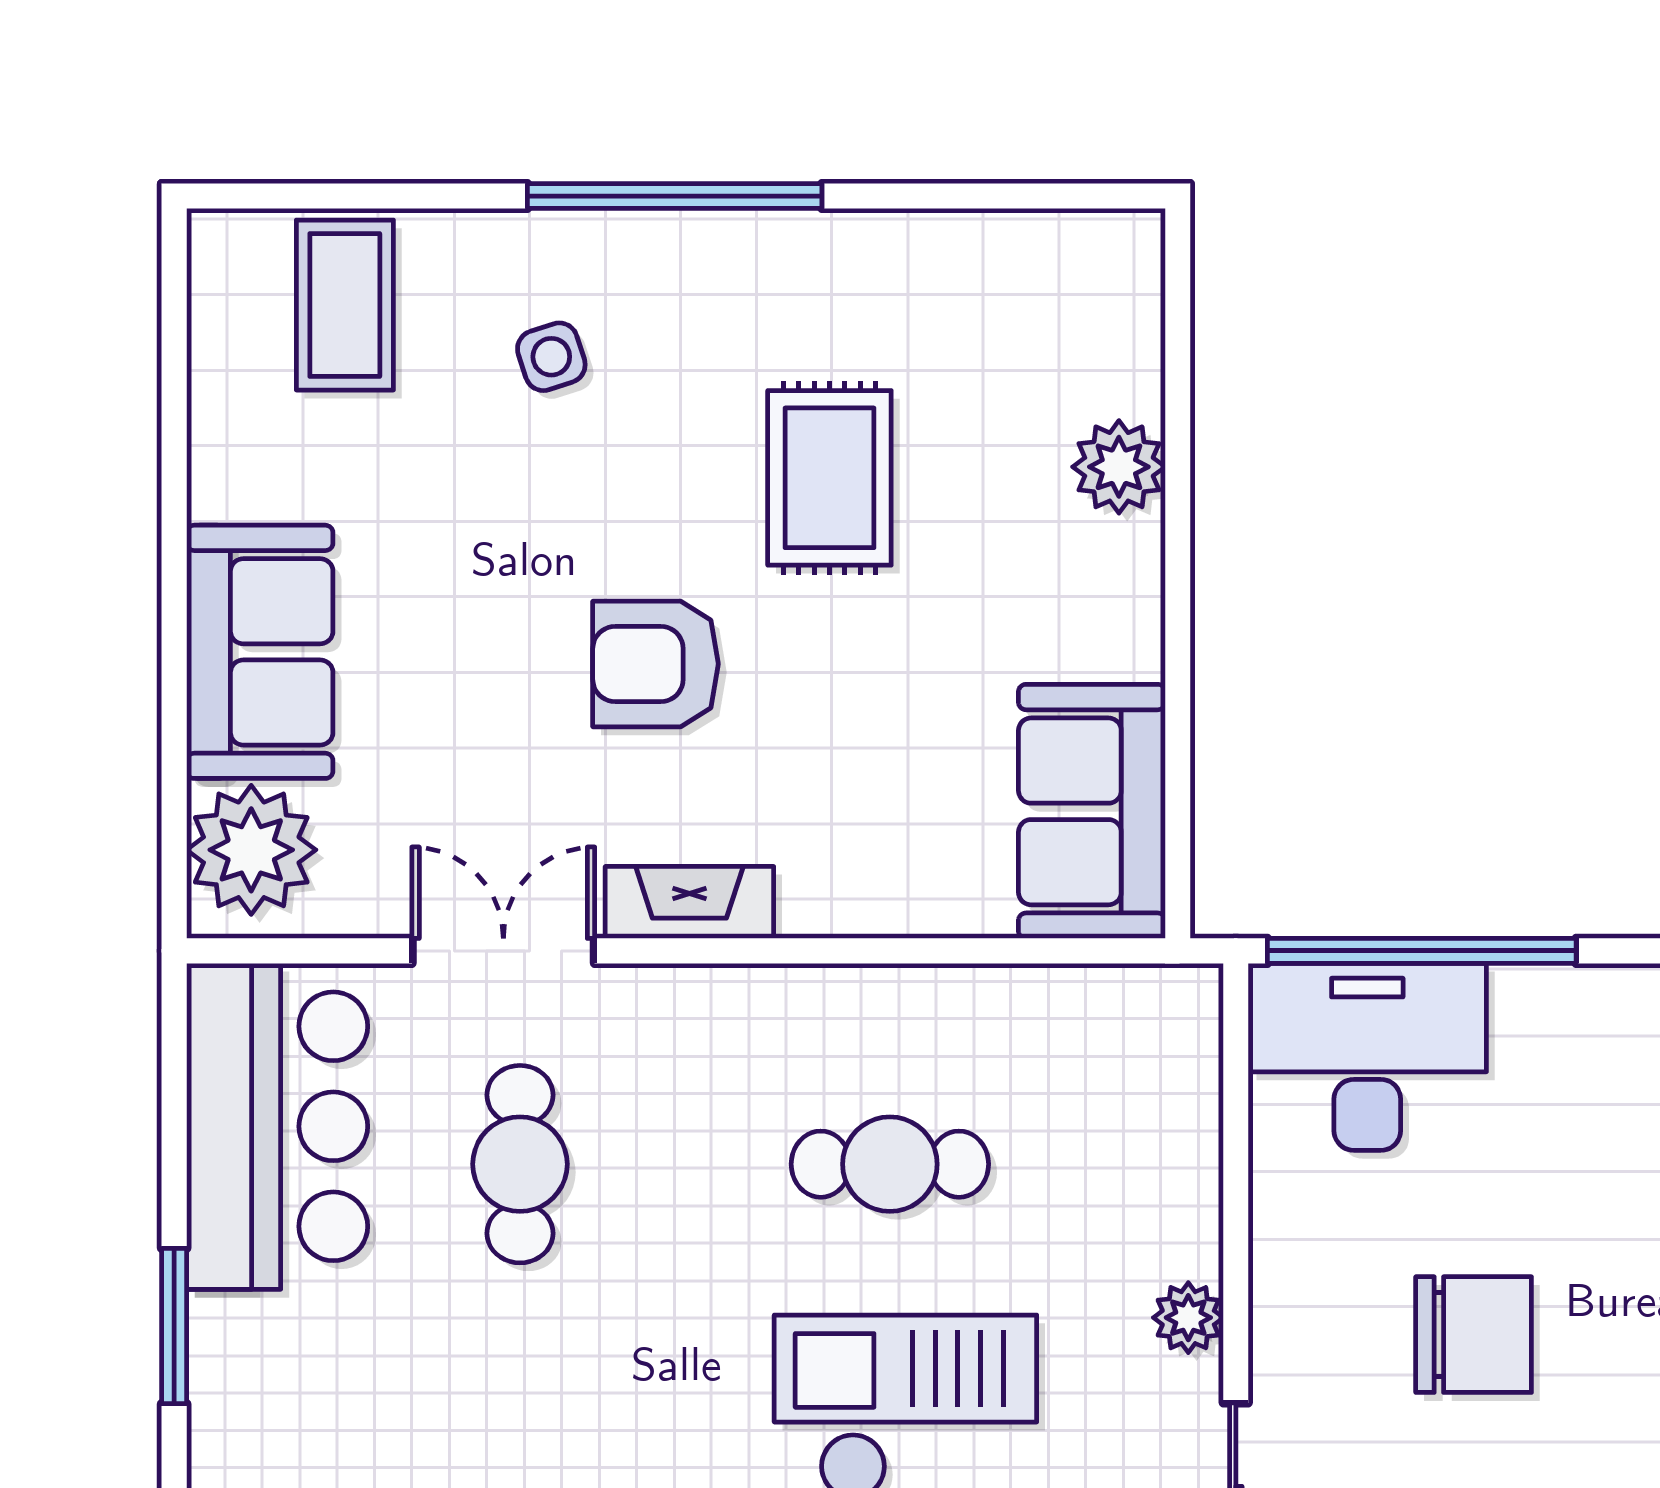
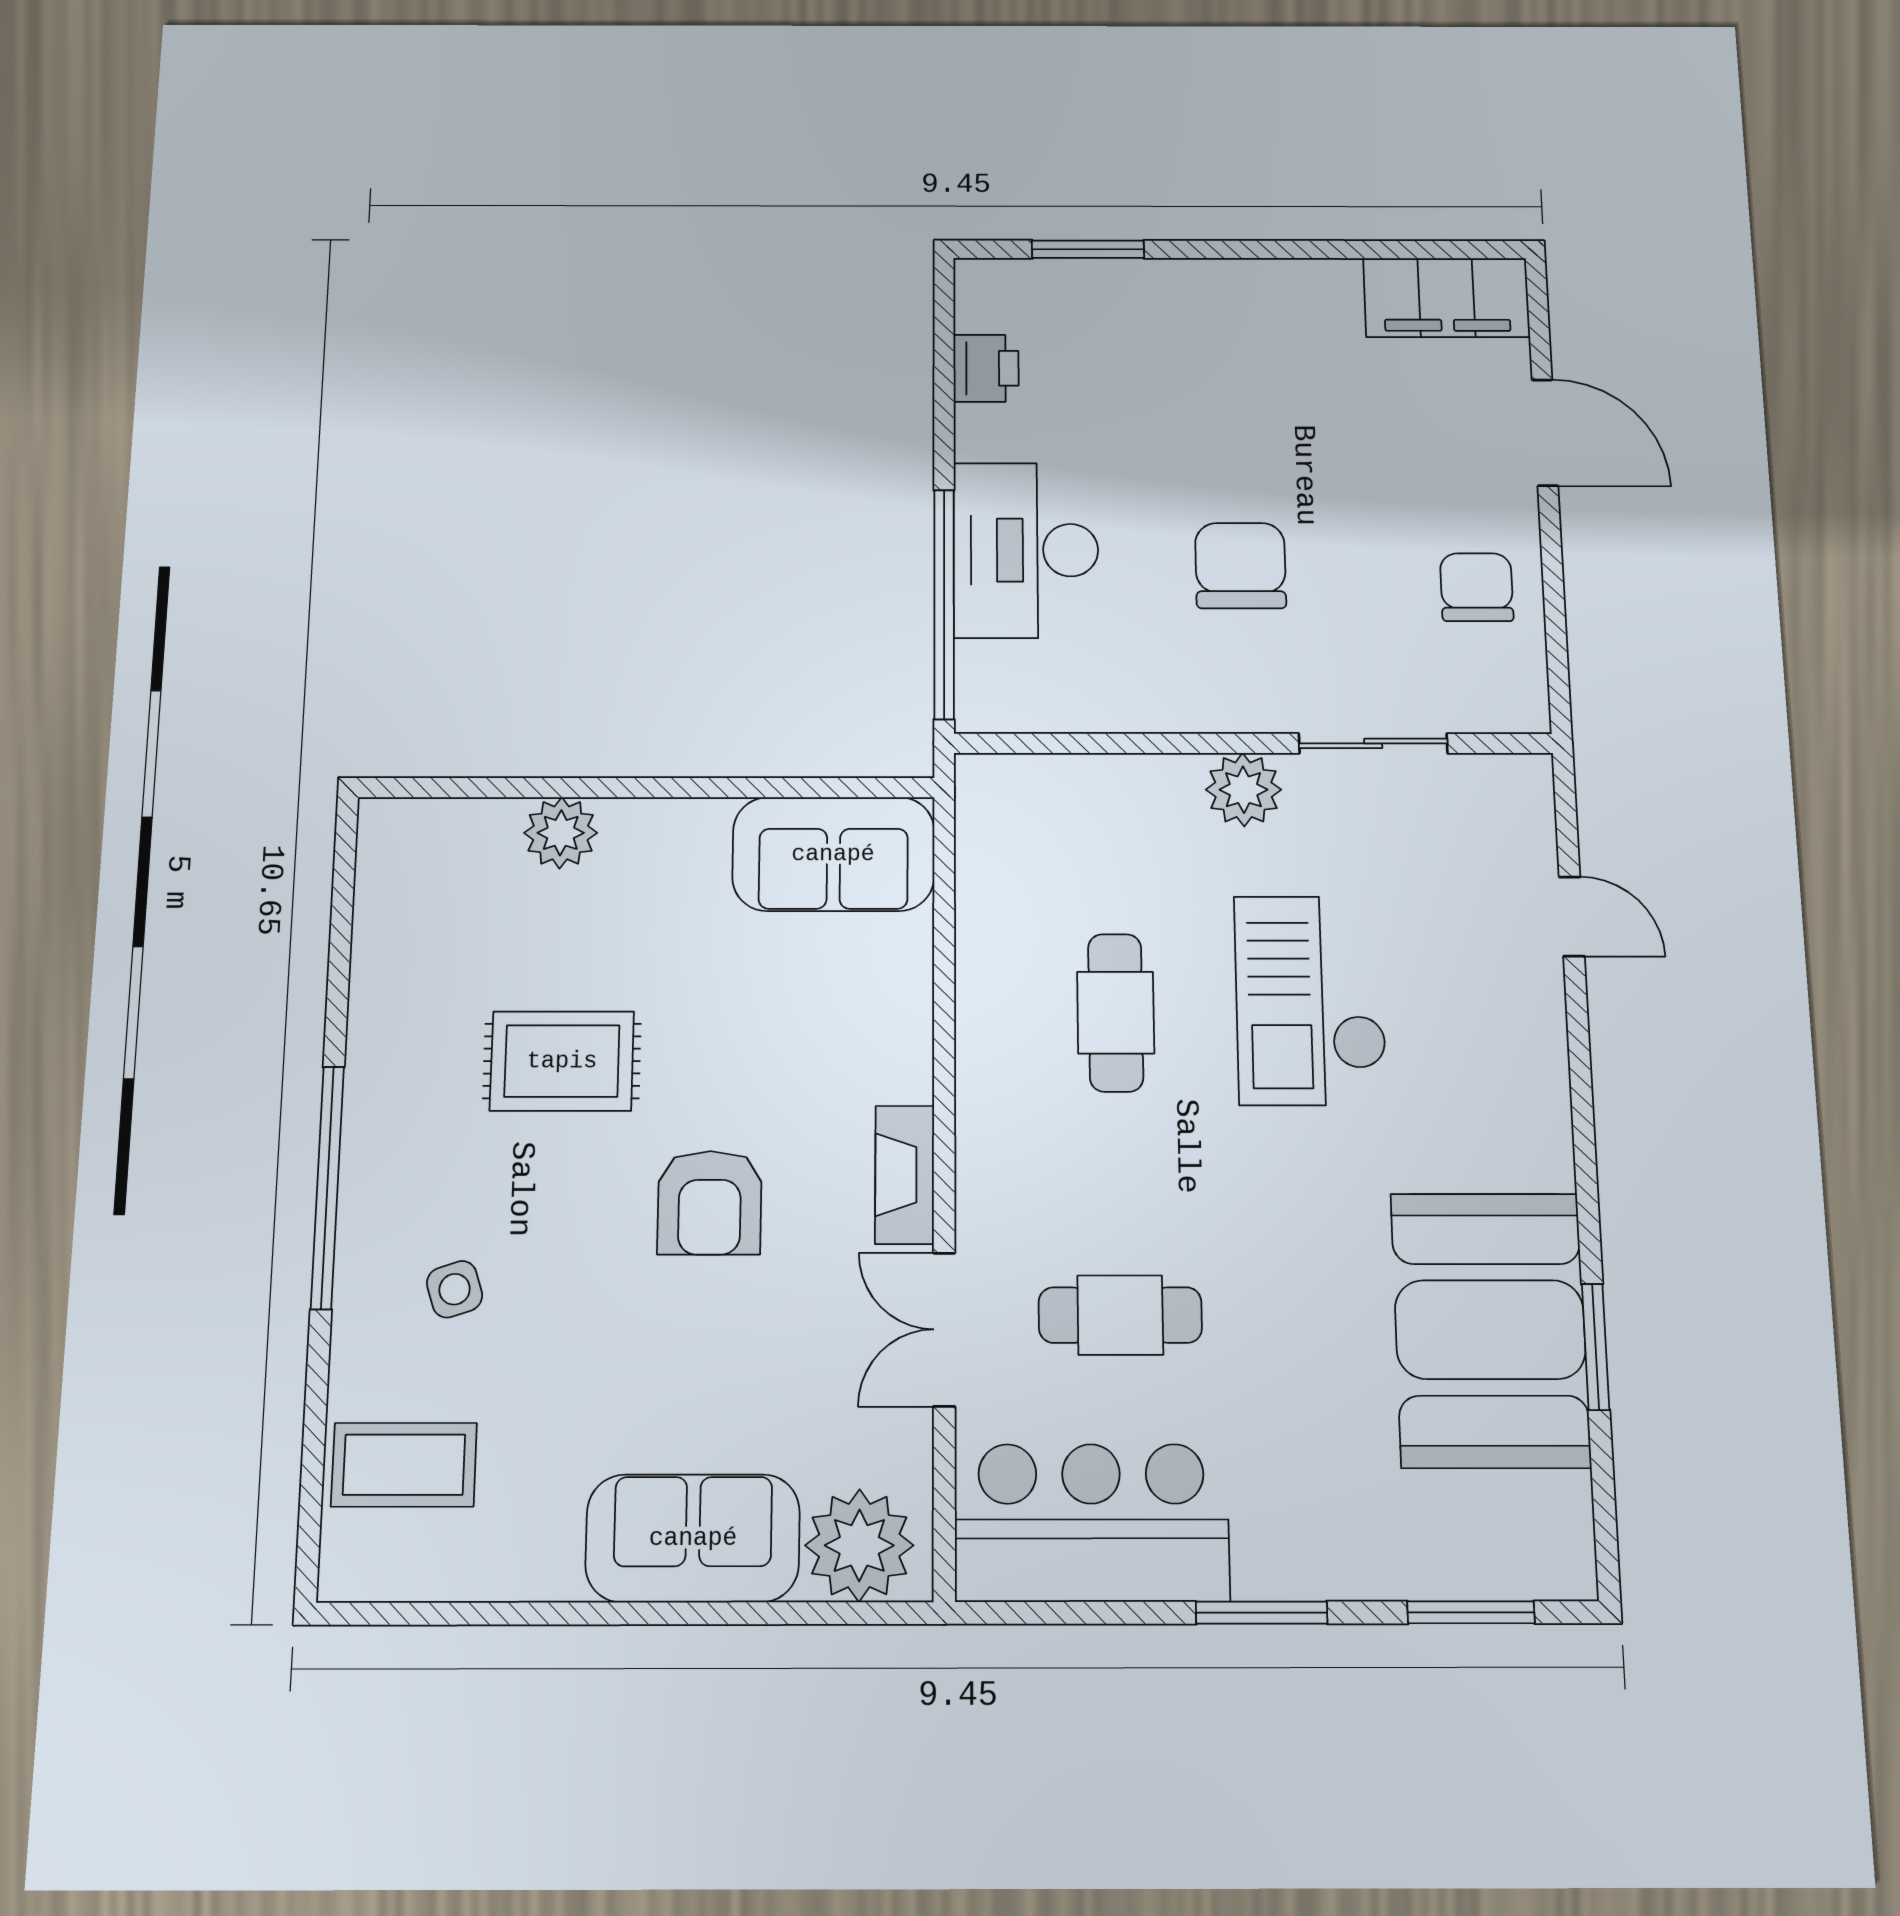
desk: (1367, 1057) -> (1026, 550), moved
plant: (1188, 1318) -> (1243, 790), width x1.38, depth x1.38

